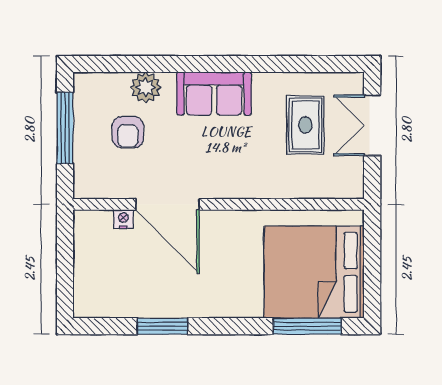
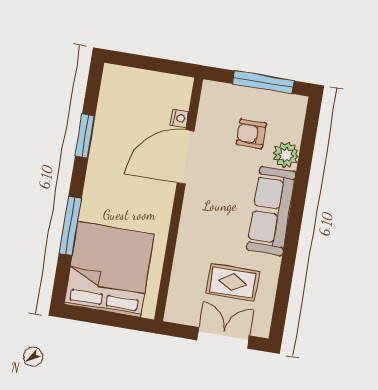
sofa: (214, 94) -> (271, 211), width x1.36
window: (307, 326) -> (70, 226), moved

